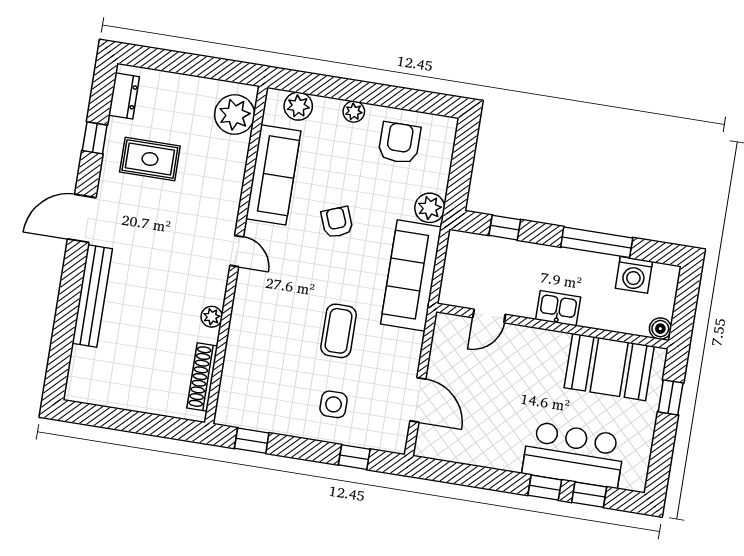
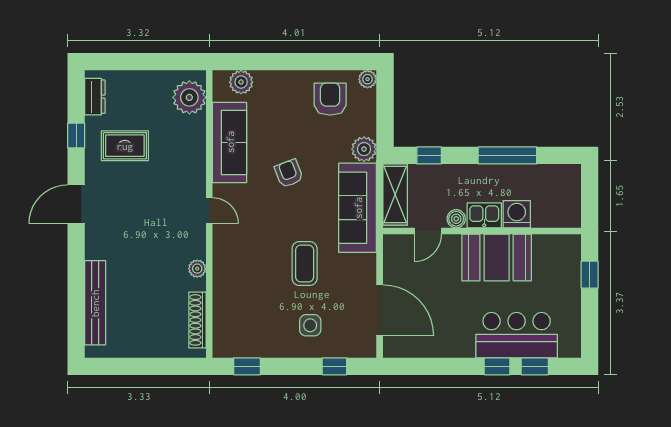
plant: (354, 112) -> (368, 79), moved
shelving: (458, 267) -> (395, 195), added
washing machine: (634, 275) -> (517, 214), moved, turned 180
bench: (92, 296) -> (95, 303), moved
boiler: (660, 329) -> (456, 219), moved
booth: (609, 367) -> (497, 258), moved
door: (418, 400) -> (380, 310), width x1.36

